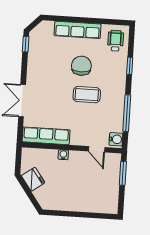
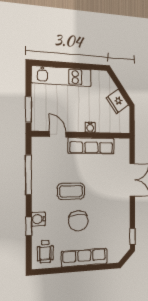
row of seats: (46, 136) -> (91, 146), moved
water cooler: (116, 139) -> (38, 219), moved
kitchen unit: (89, 204) -> (62, 76), added

